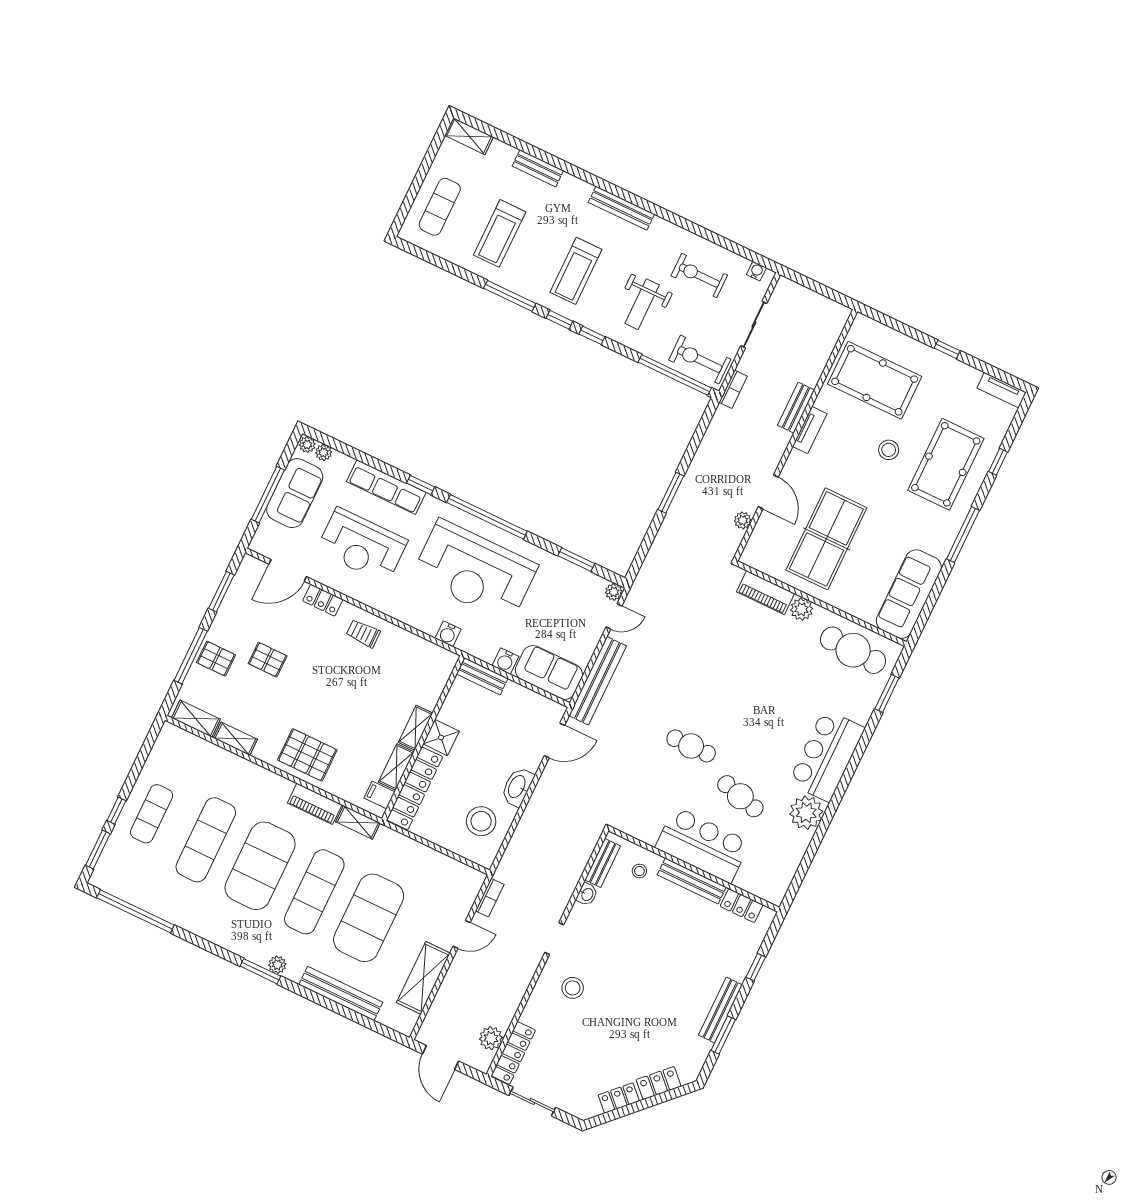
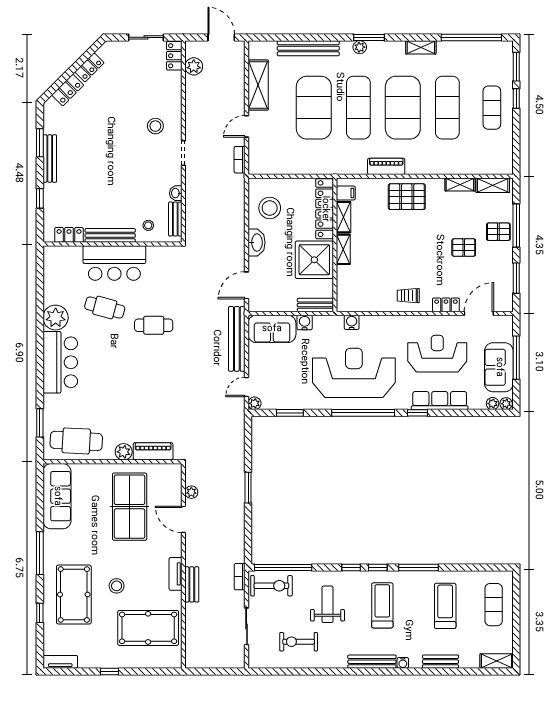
water cooler: (756, 271) -> (403, 663), moved
exercise bike: (699, 276) -> (299, 642), turned 180
trolley: (363, 633) -> (408, 296), turned 180
shower: (441, 738) -> (314, 260), width x1.86, depth x1.86
shelving: (358, 822) -> (421, 47), moved
locker: (513, 1053) -> (174, 56), width x0.66

